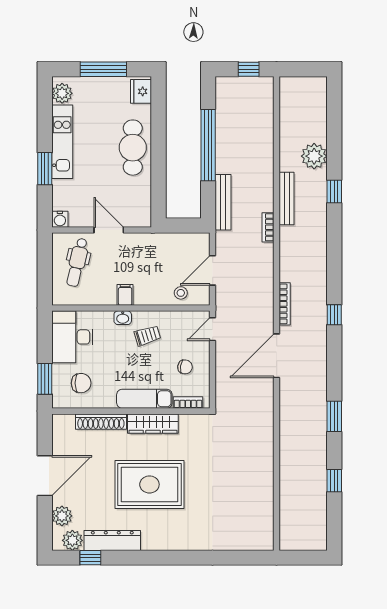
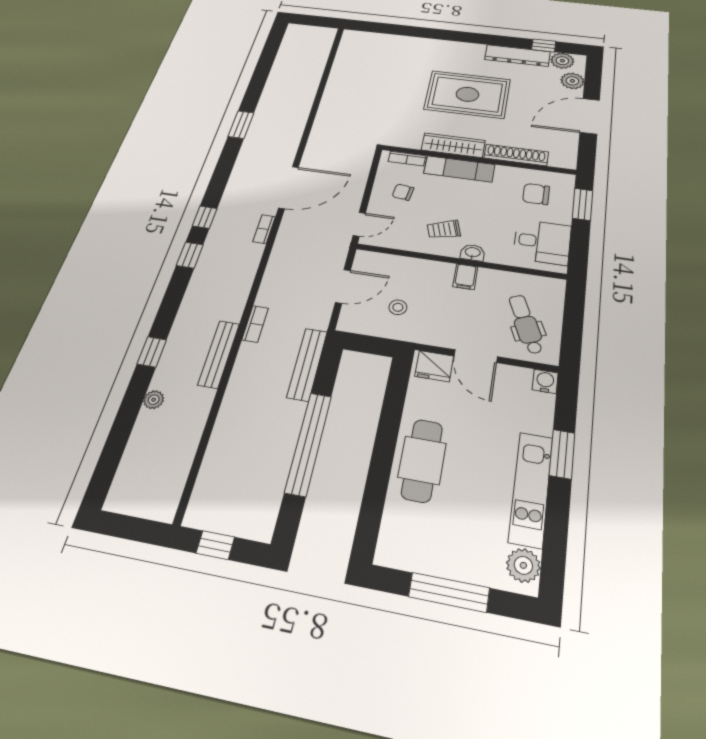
fridge: (141, 91) -> (434, 366), moved, turned 90
plant: (314, 156) -> (154, 400), width x0.53, depth x0.53
dental chair: (77, 262) -> (526, 324), turned -36
stool: (181, 293) -> (398, 307), moved
bookcase: (285, 304) -> (264, 229), width x0.64
desk: (72, 337) -> (542, 242), width x0.73
window: (334, 481) -> (190, 255), moved

